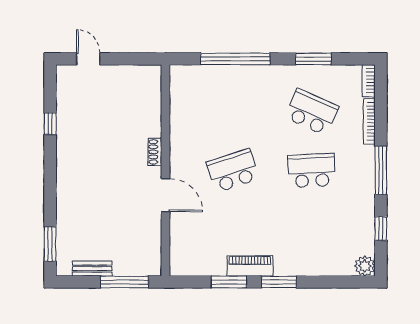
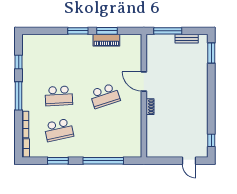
school desk: (312, 112) -> (59, 130), turned -36
window: (50, 124) -> (211, 140), moved
piano: (250, 266) -> (106, 40), moved
plant: (365, 266) -> (28, 40), removed

